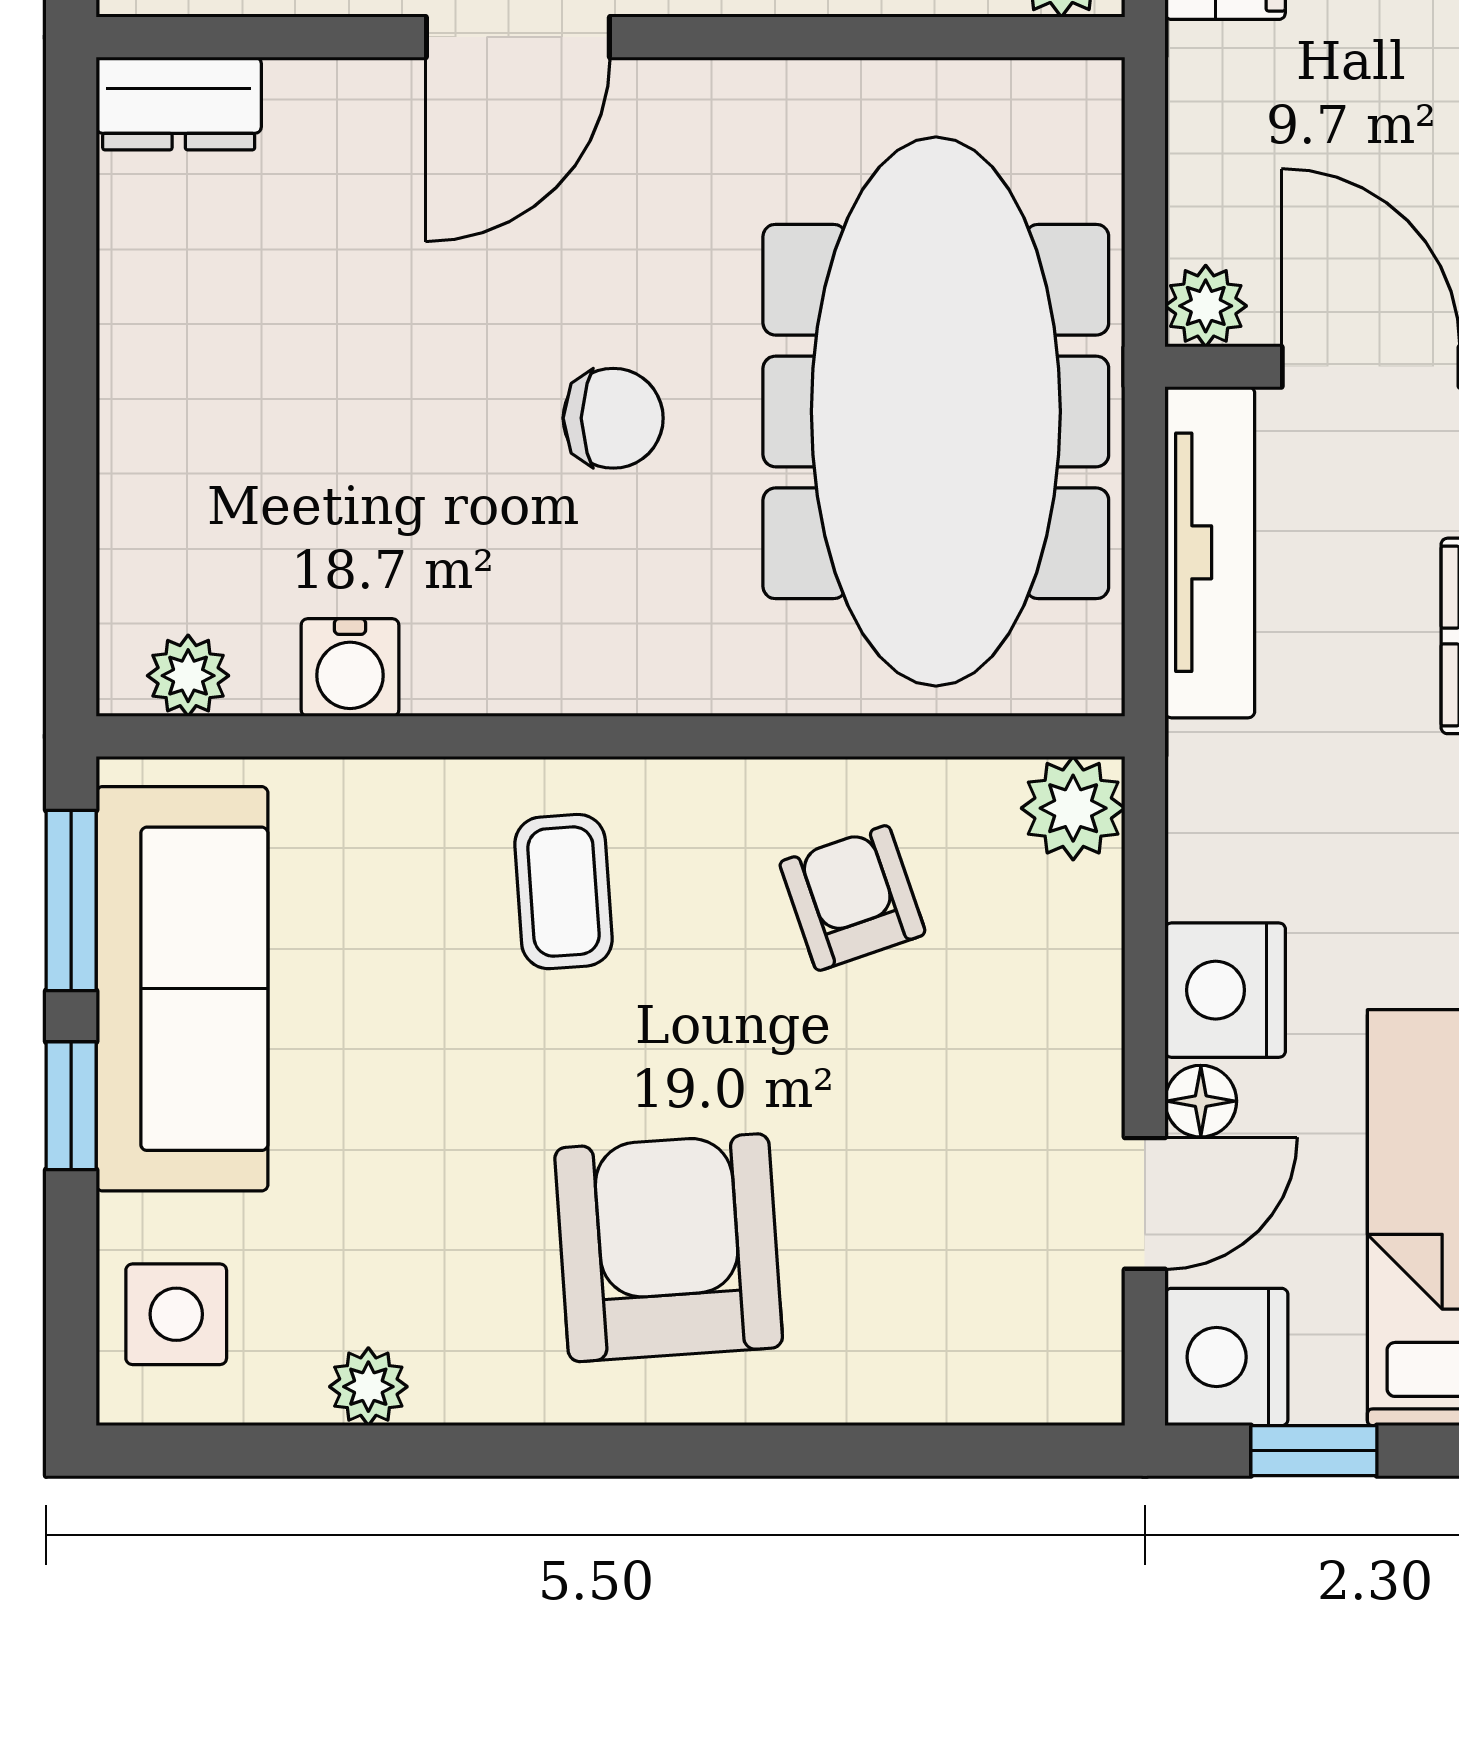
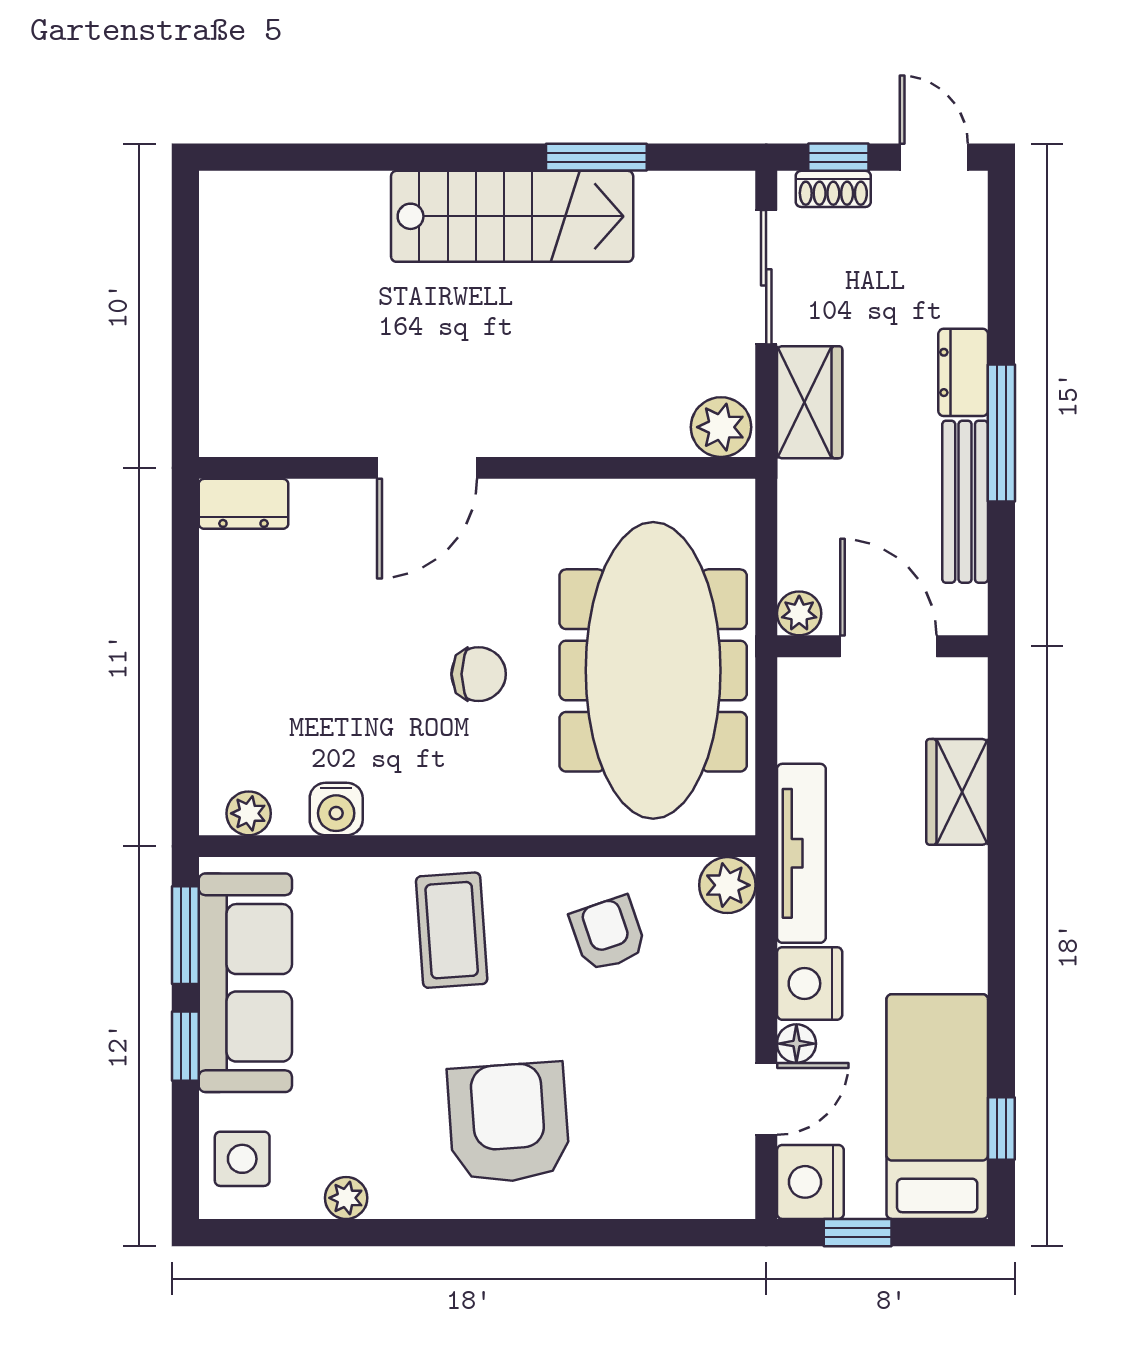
tv unit: (1210, 552) -> (801, 853), moved
coffee table: (563, 892) -> (452, 930), width x1.36, depth x1.30

